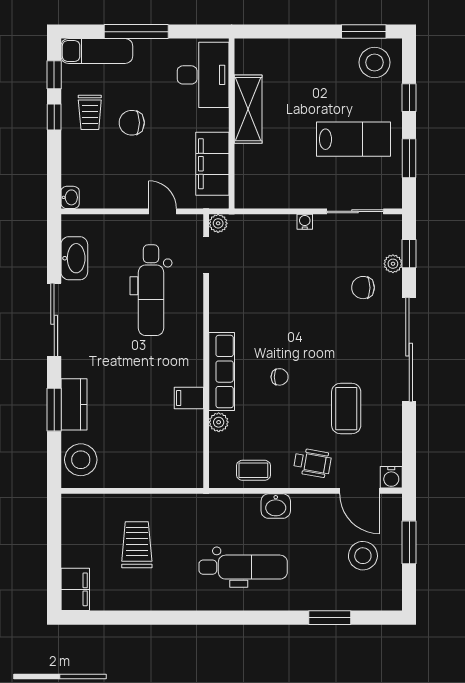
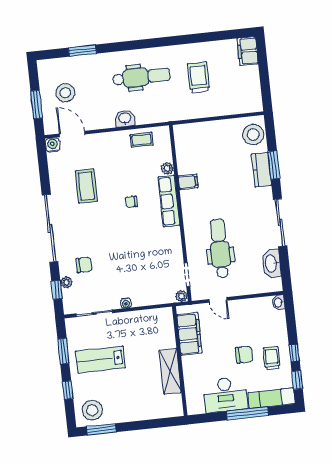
desk: (203, 75) -> (225, 395), moved, turned -90
wheelchair: (312, 463) -> (104, 149), removed
trolley: (137, 545) -> (199, 78), moved, turned 180
dental chair: (243, 567) -> (141, 77), turned 180

